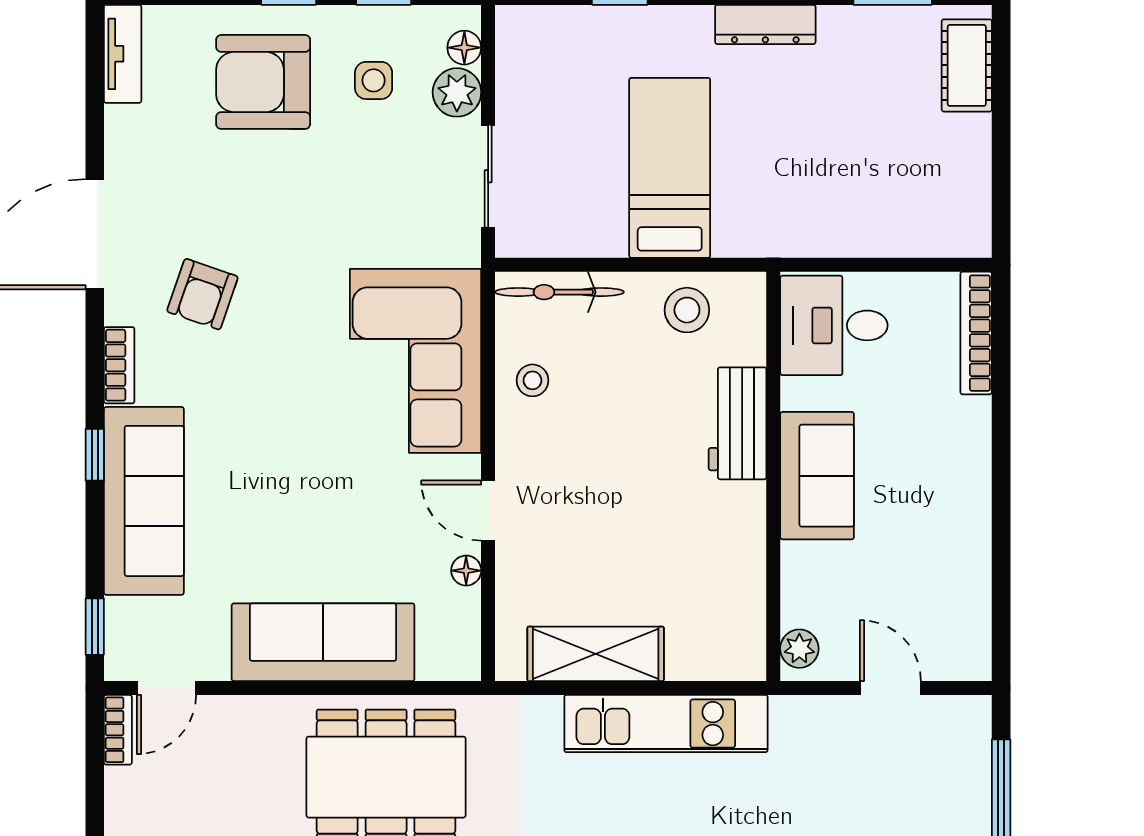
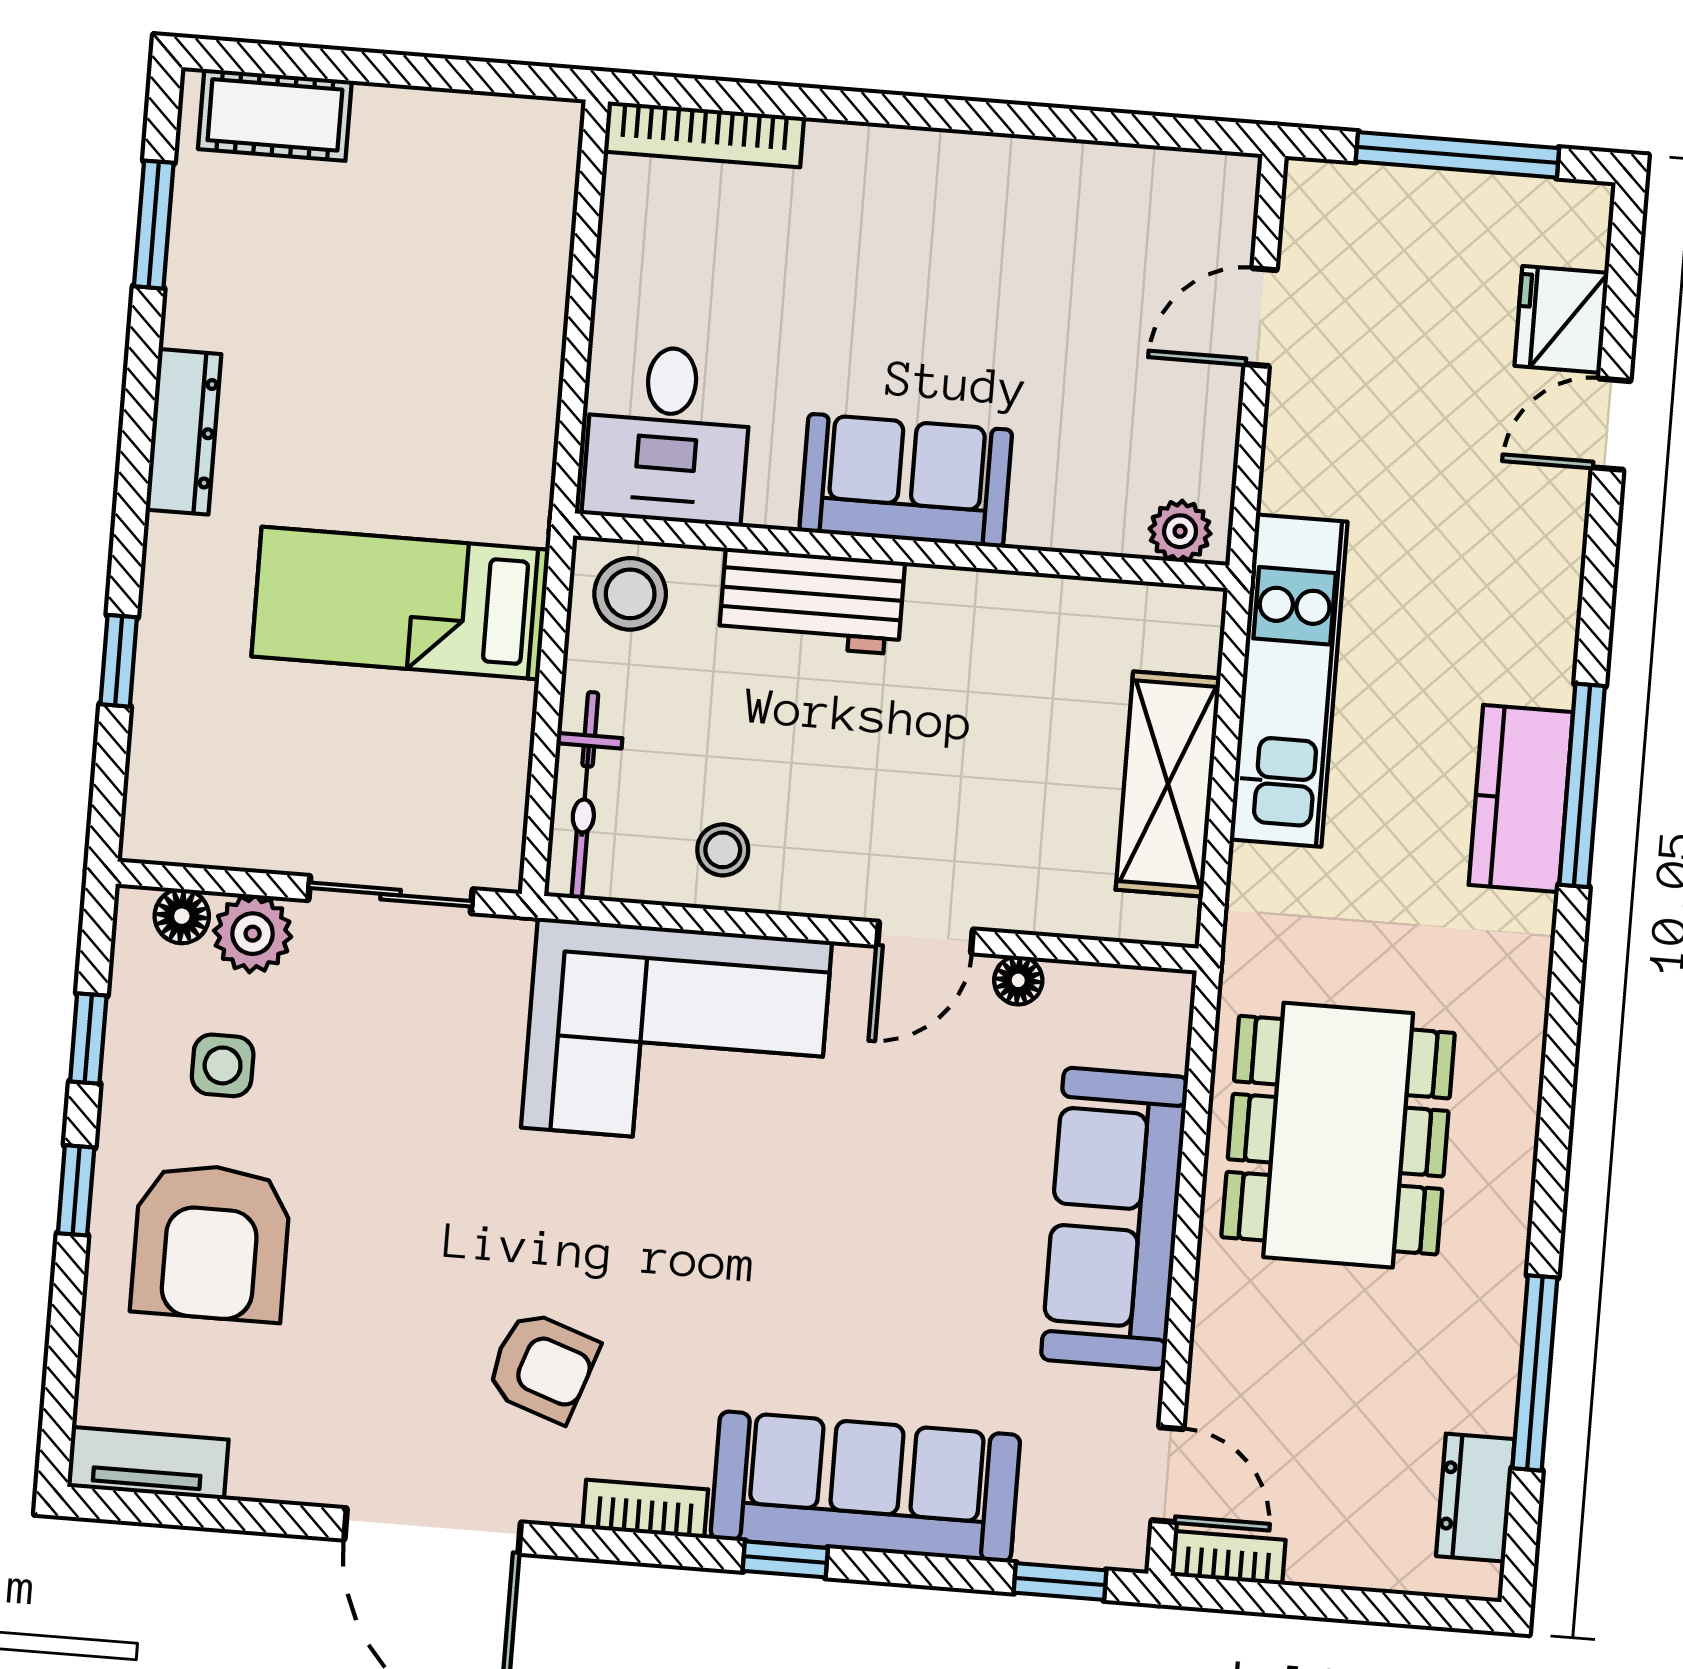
desk: (834, 325) -> (668, 434), moved
workbench: (738, 423) -> (812, 601), moved
wall: (773, 476) -> (901, 551), moved
sofa: (817, 476) -> (906, 481), moved
plant: (799, 649) -> (1180, 531), moved

